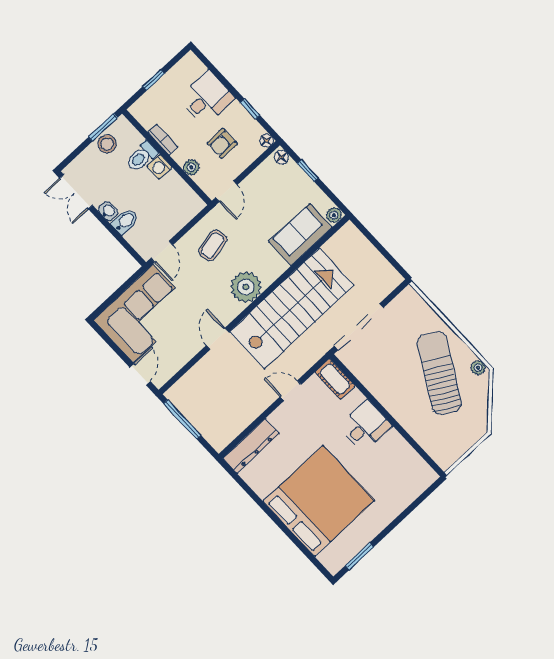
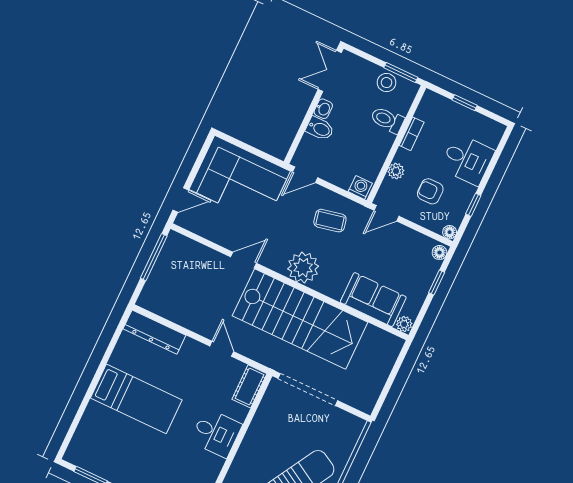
washing machine: (160, 167) -> (360, 187), moved, turned 90
bed: (319, 501) -> (136, 399), width x0.49

